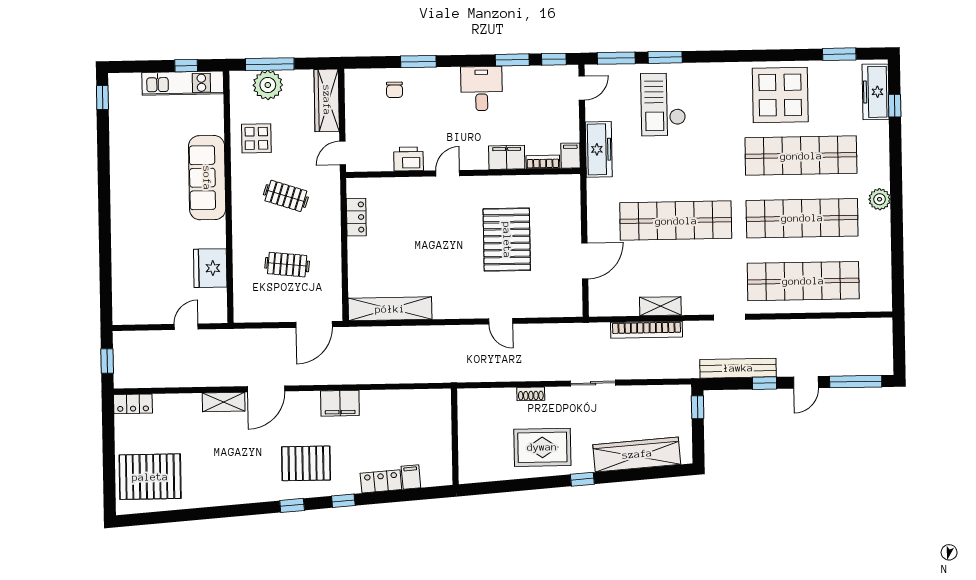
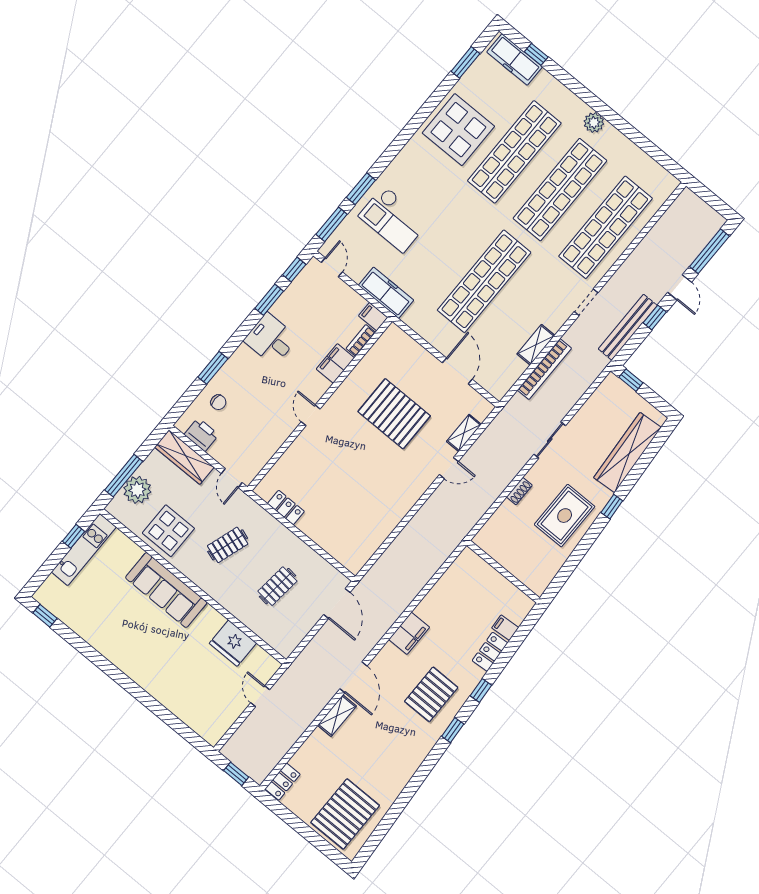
display table: (256, 138) -> (168, 531), width x1.36, depth x1.36
printer: (409, 159) -> (201, 435), moved, turned 90
shelving: (390, 309) -> (464, 433), moved, width x0.45, depth x0.75

